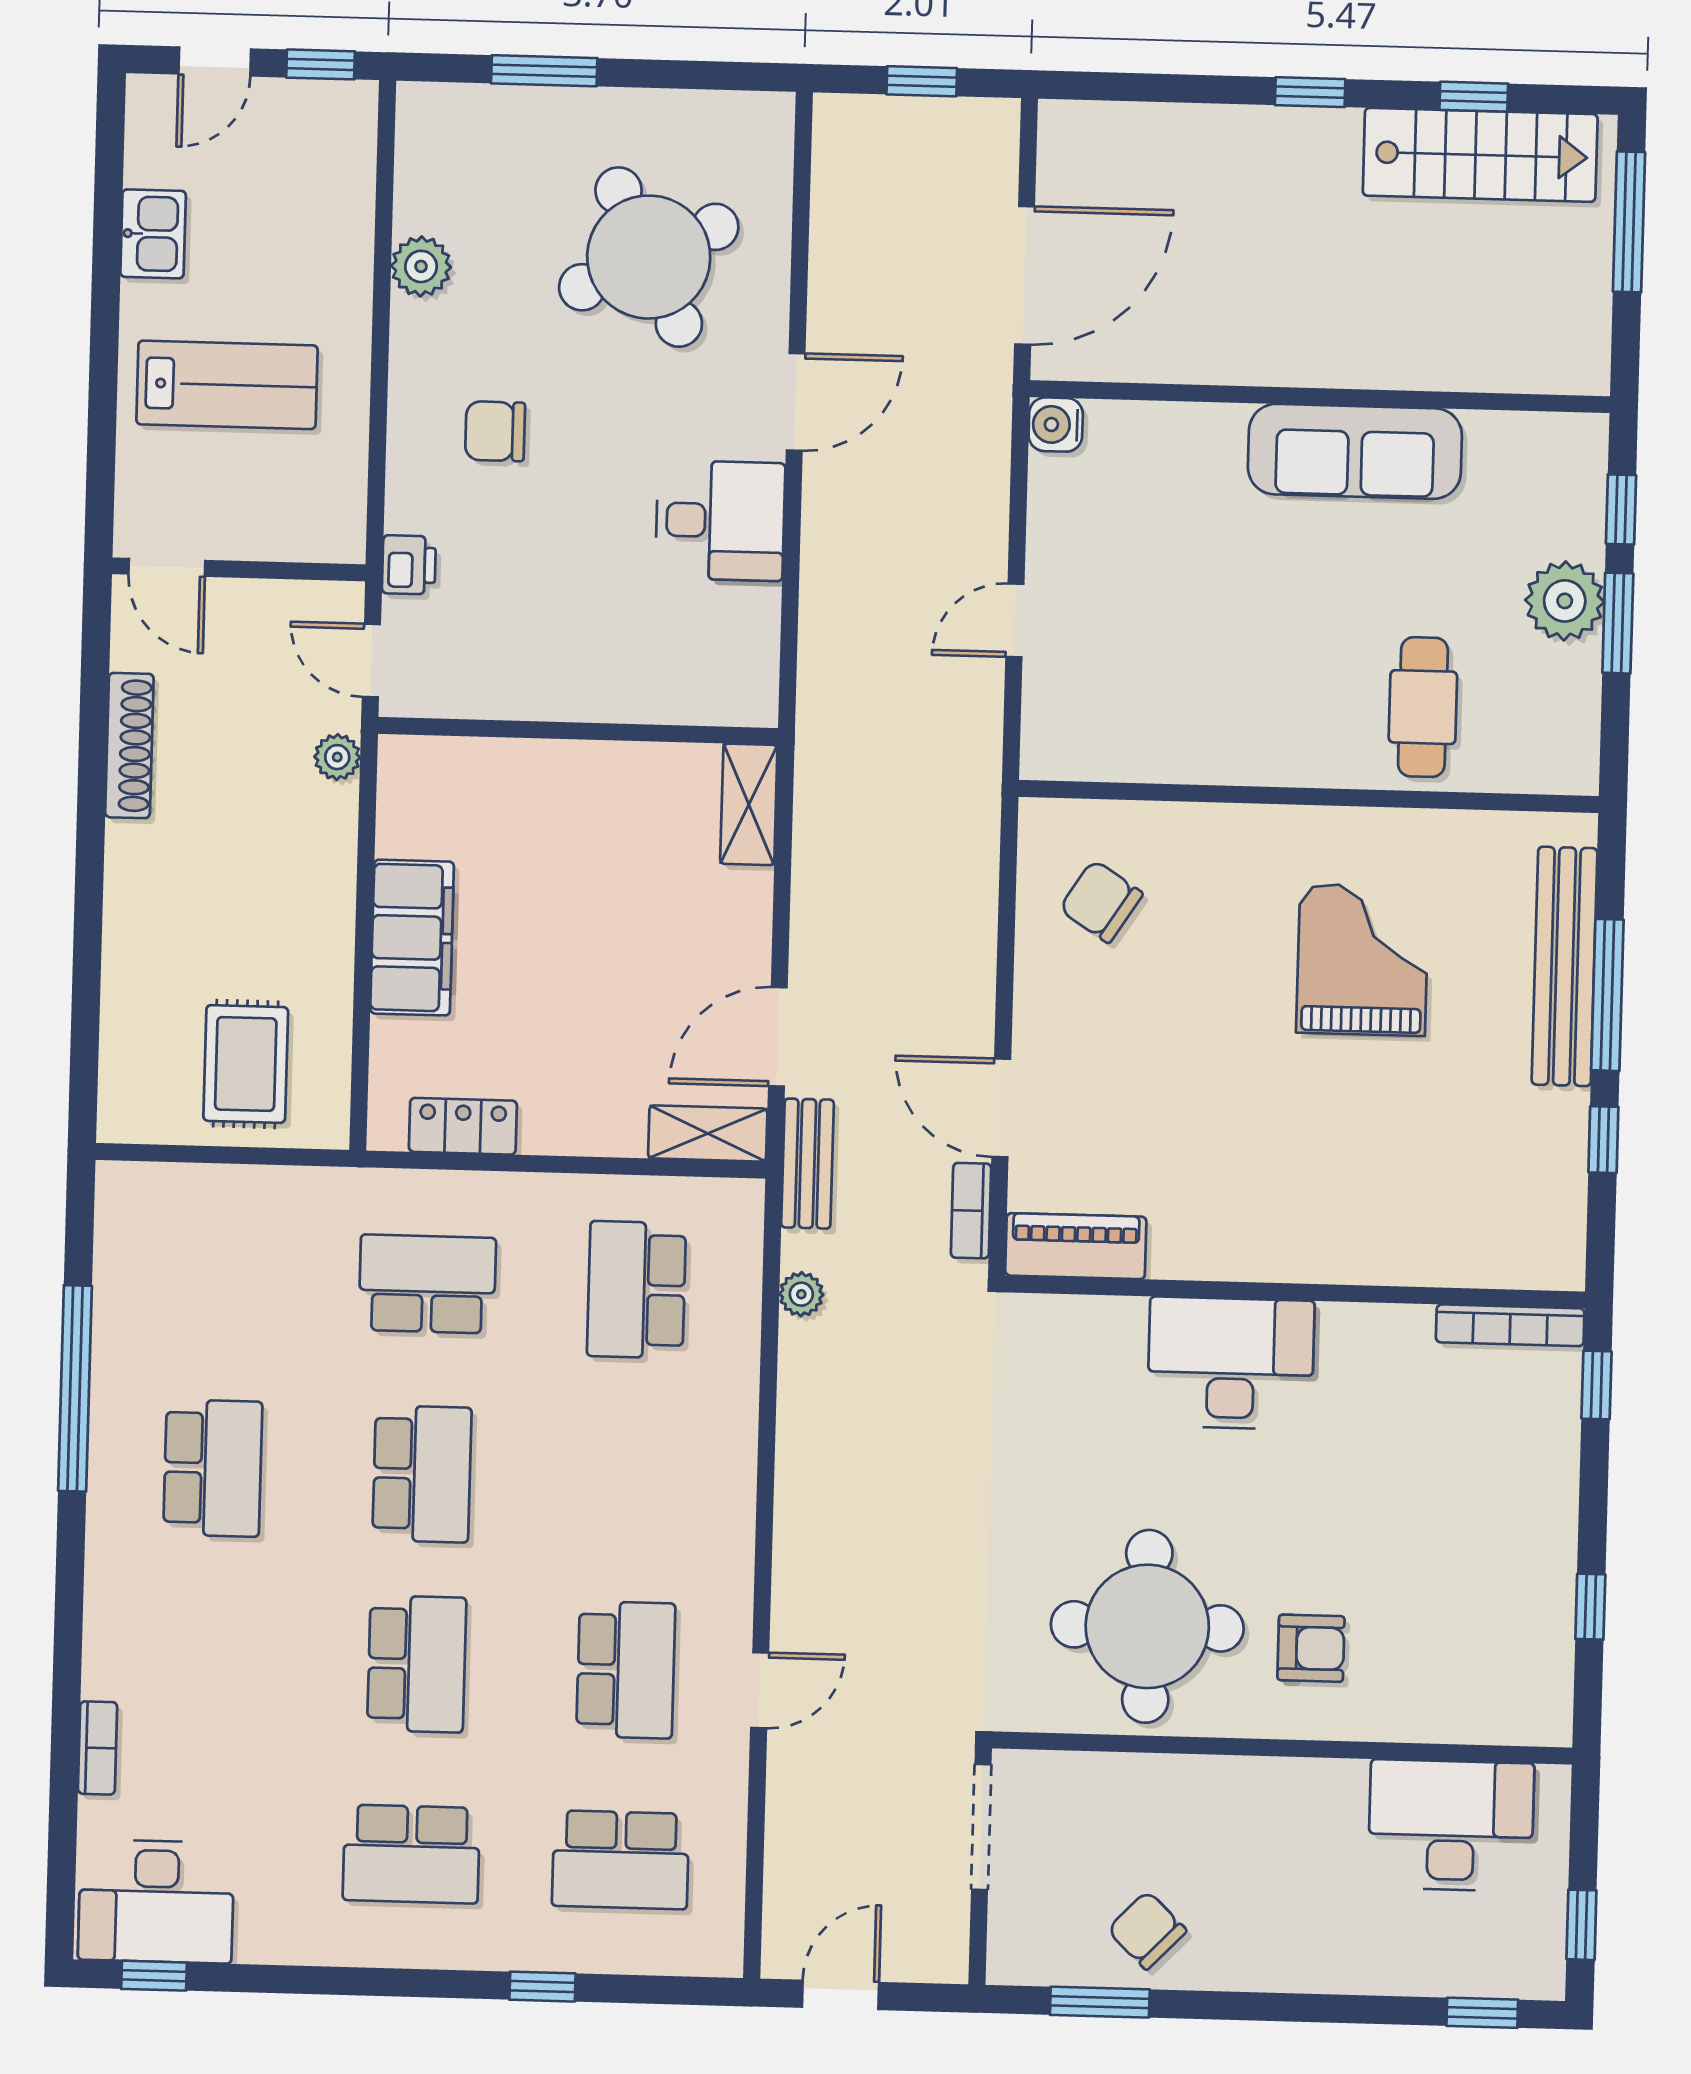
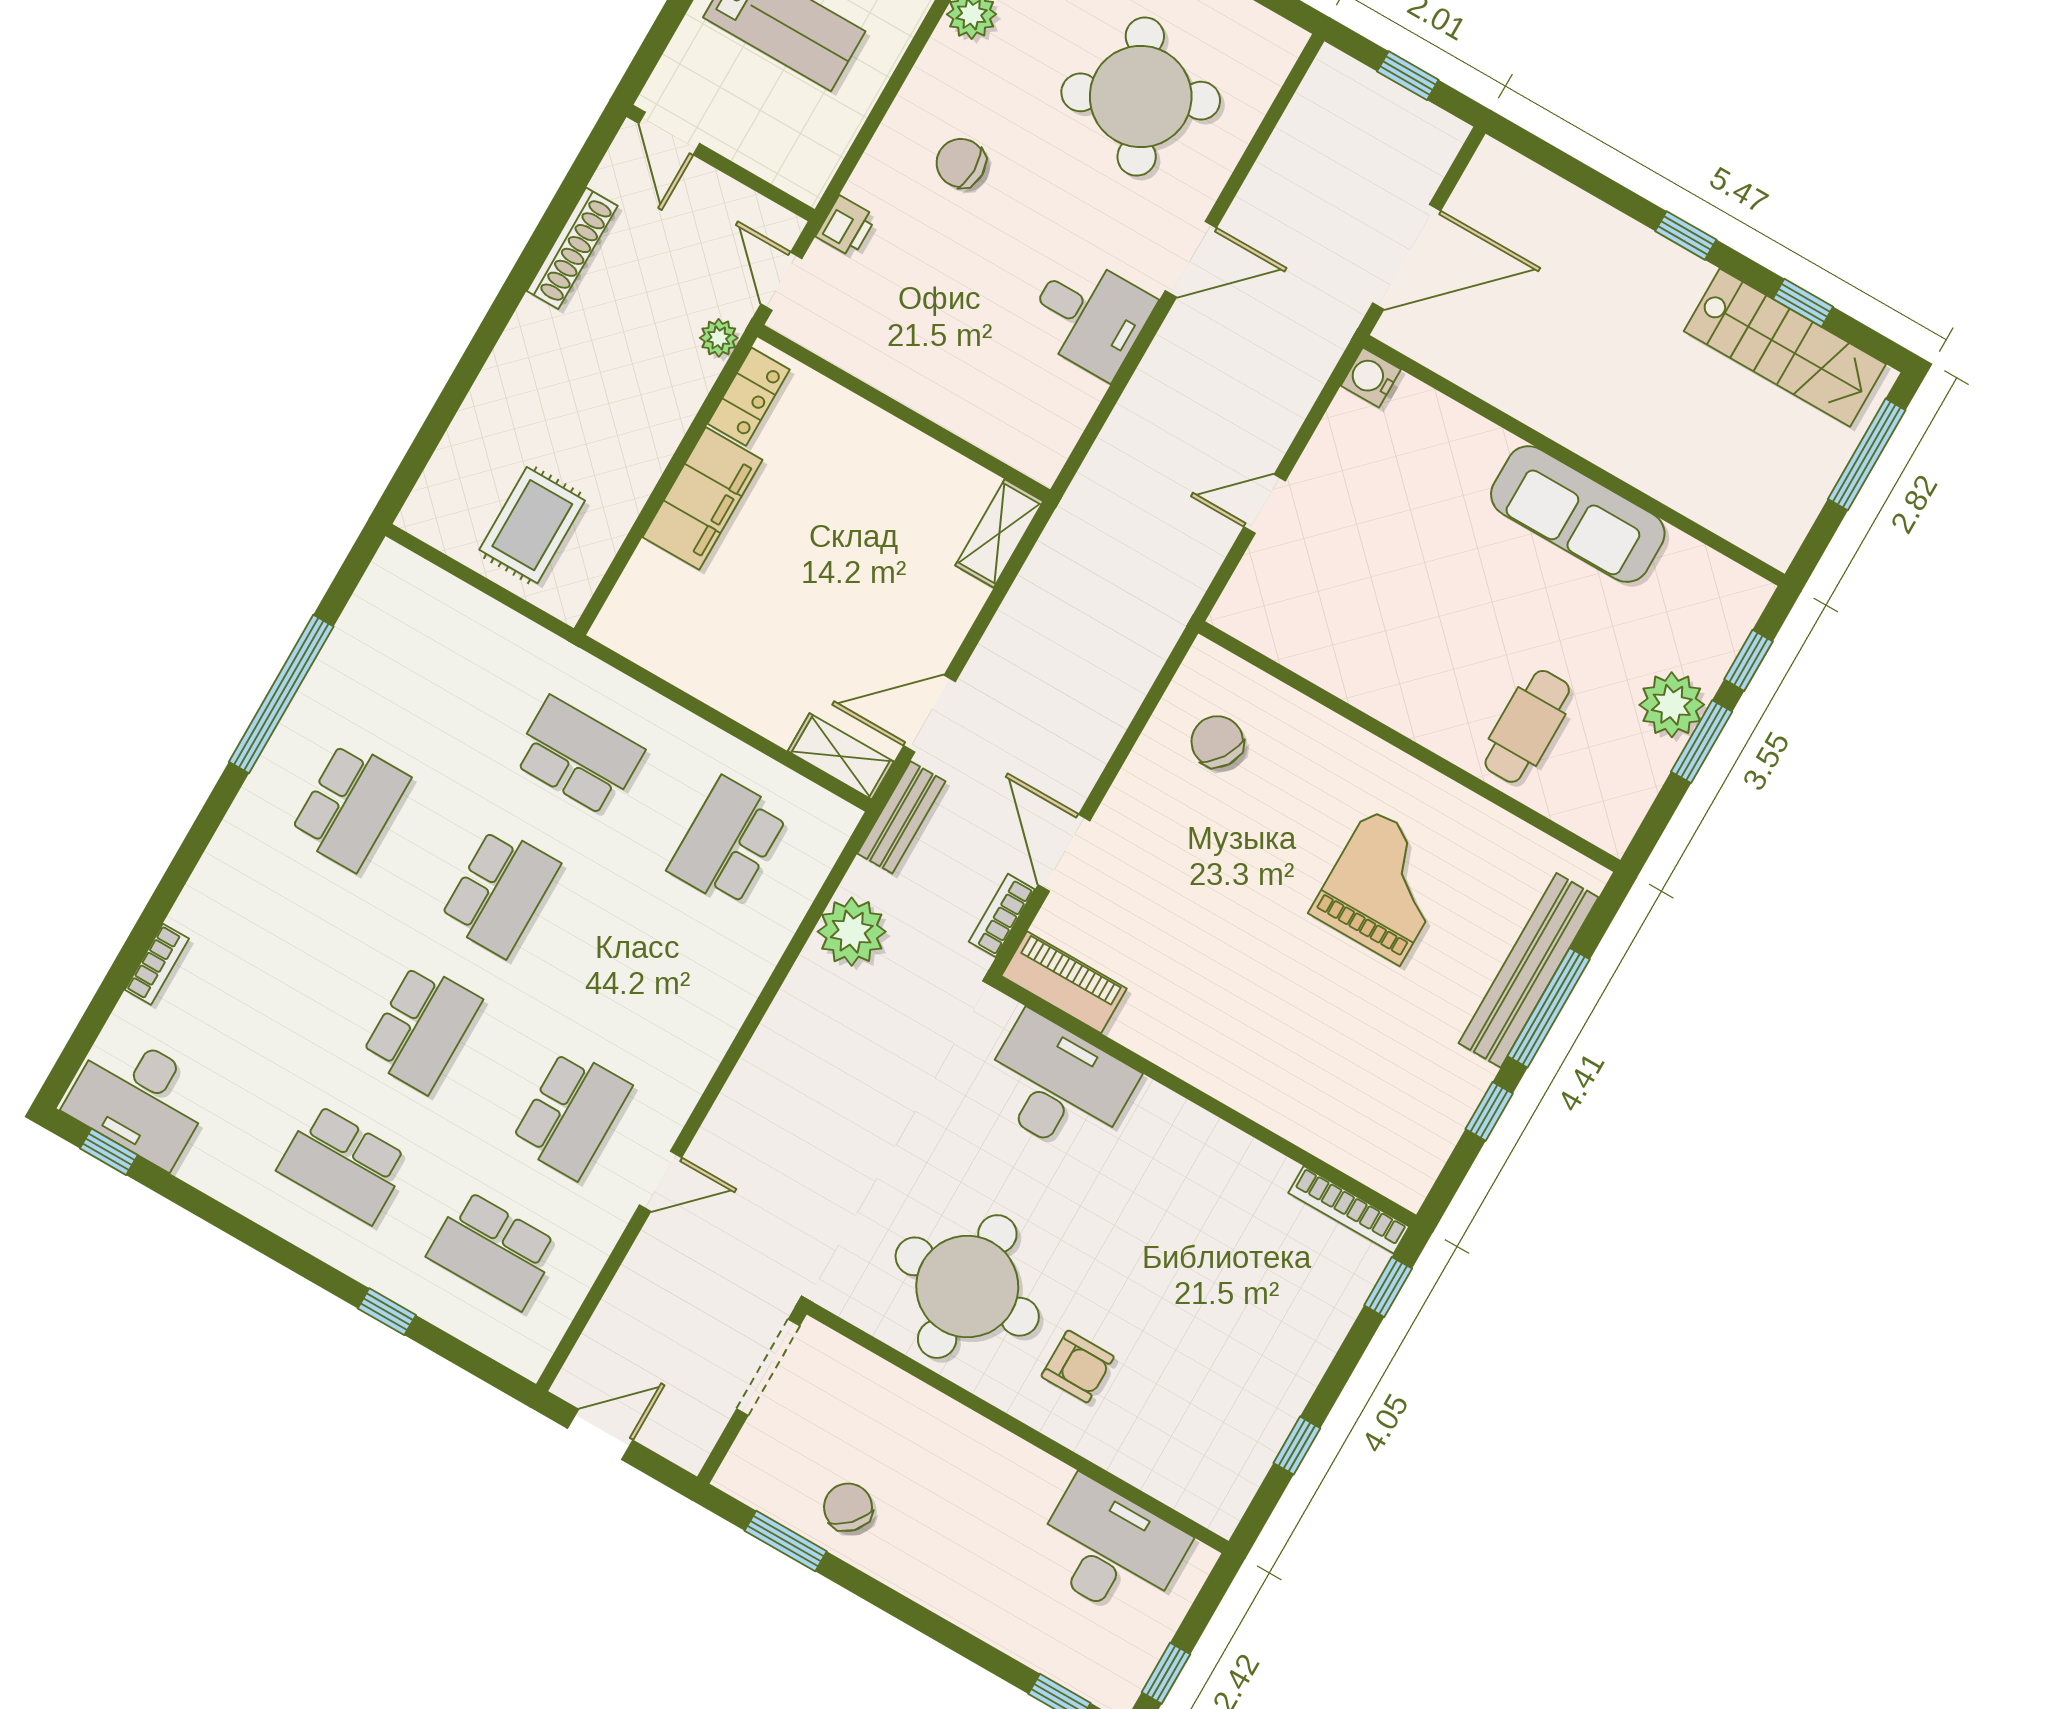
locker: (463, 1126) -> (749, 397), moved, turned 90
plant: (801, 1294) -> (852, 932), width x1.87, depth x1.87
desk: (1231, 1363) -> (1058, 1086), moved

